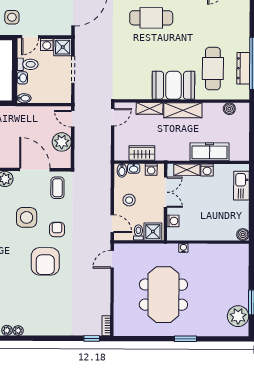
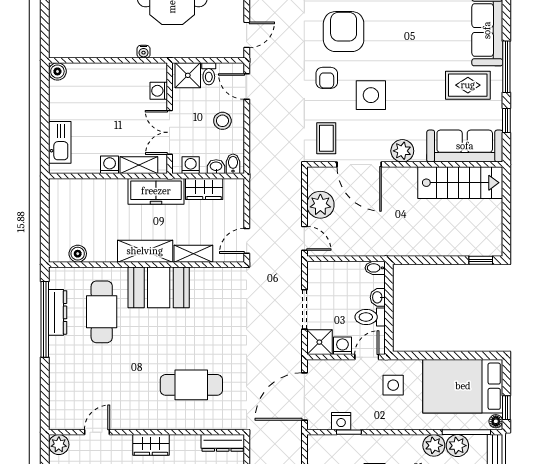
freezer: (210, 152) -> (156, 191), moved

